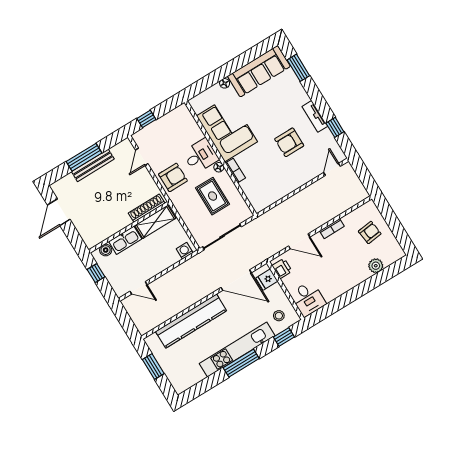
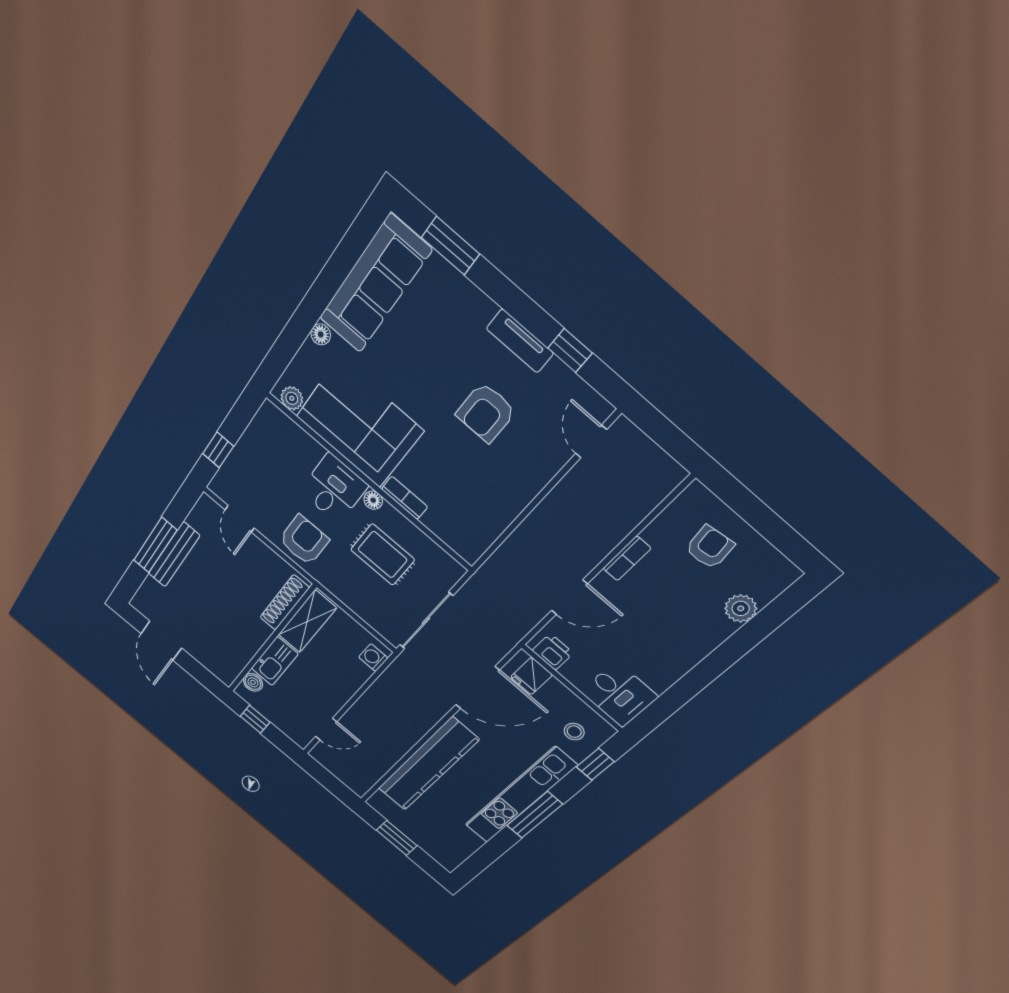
plant: (198, 107) -> (292, 398), added

